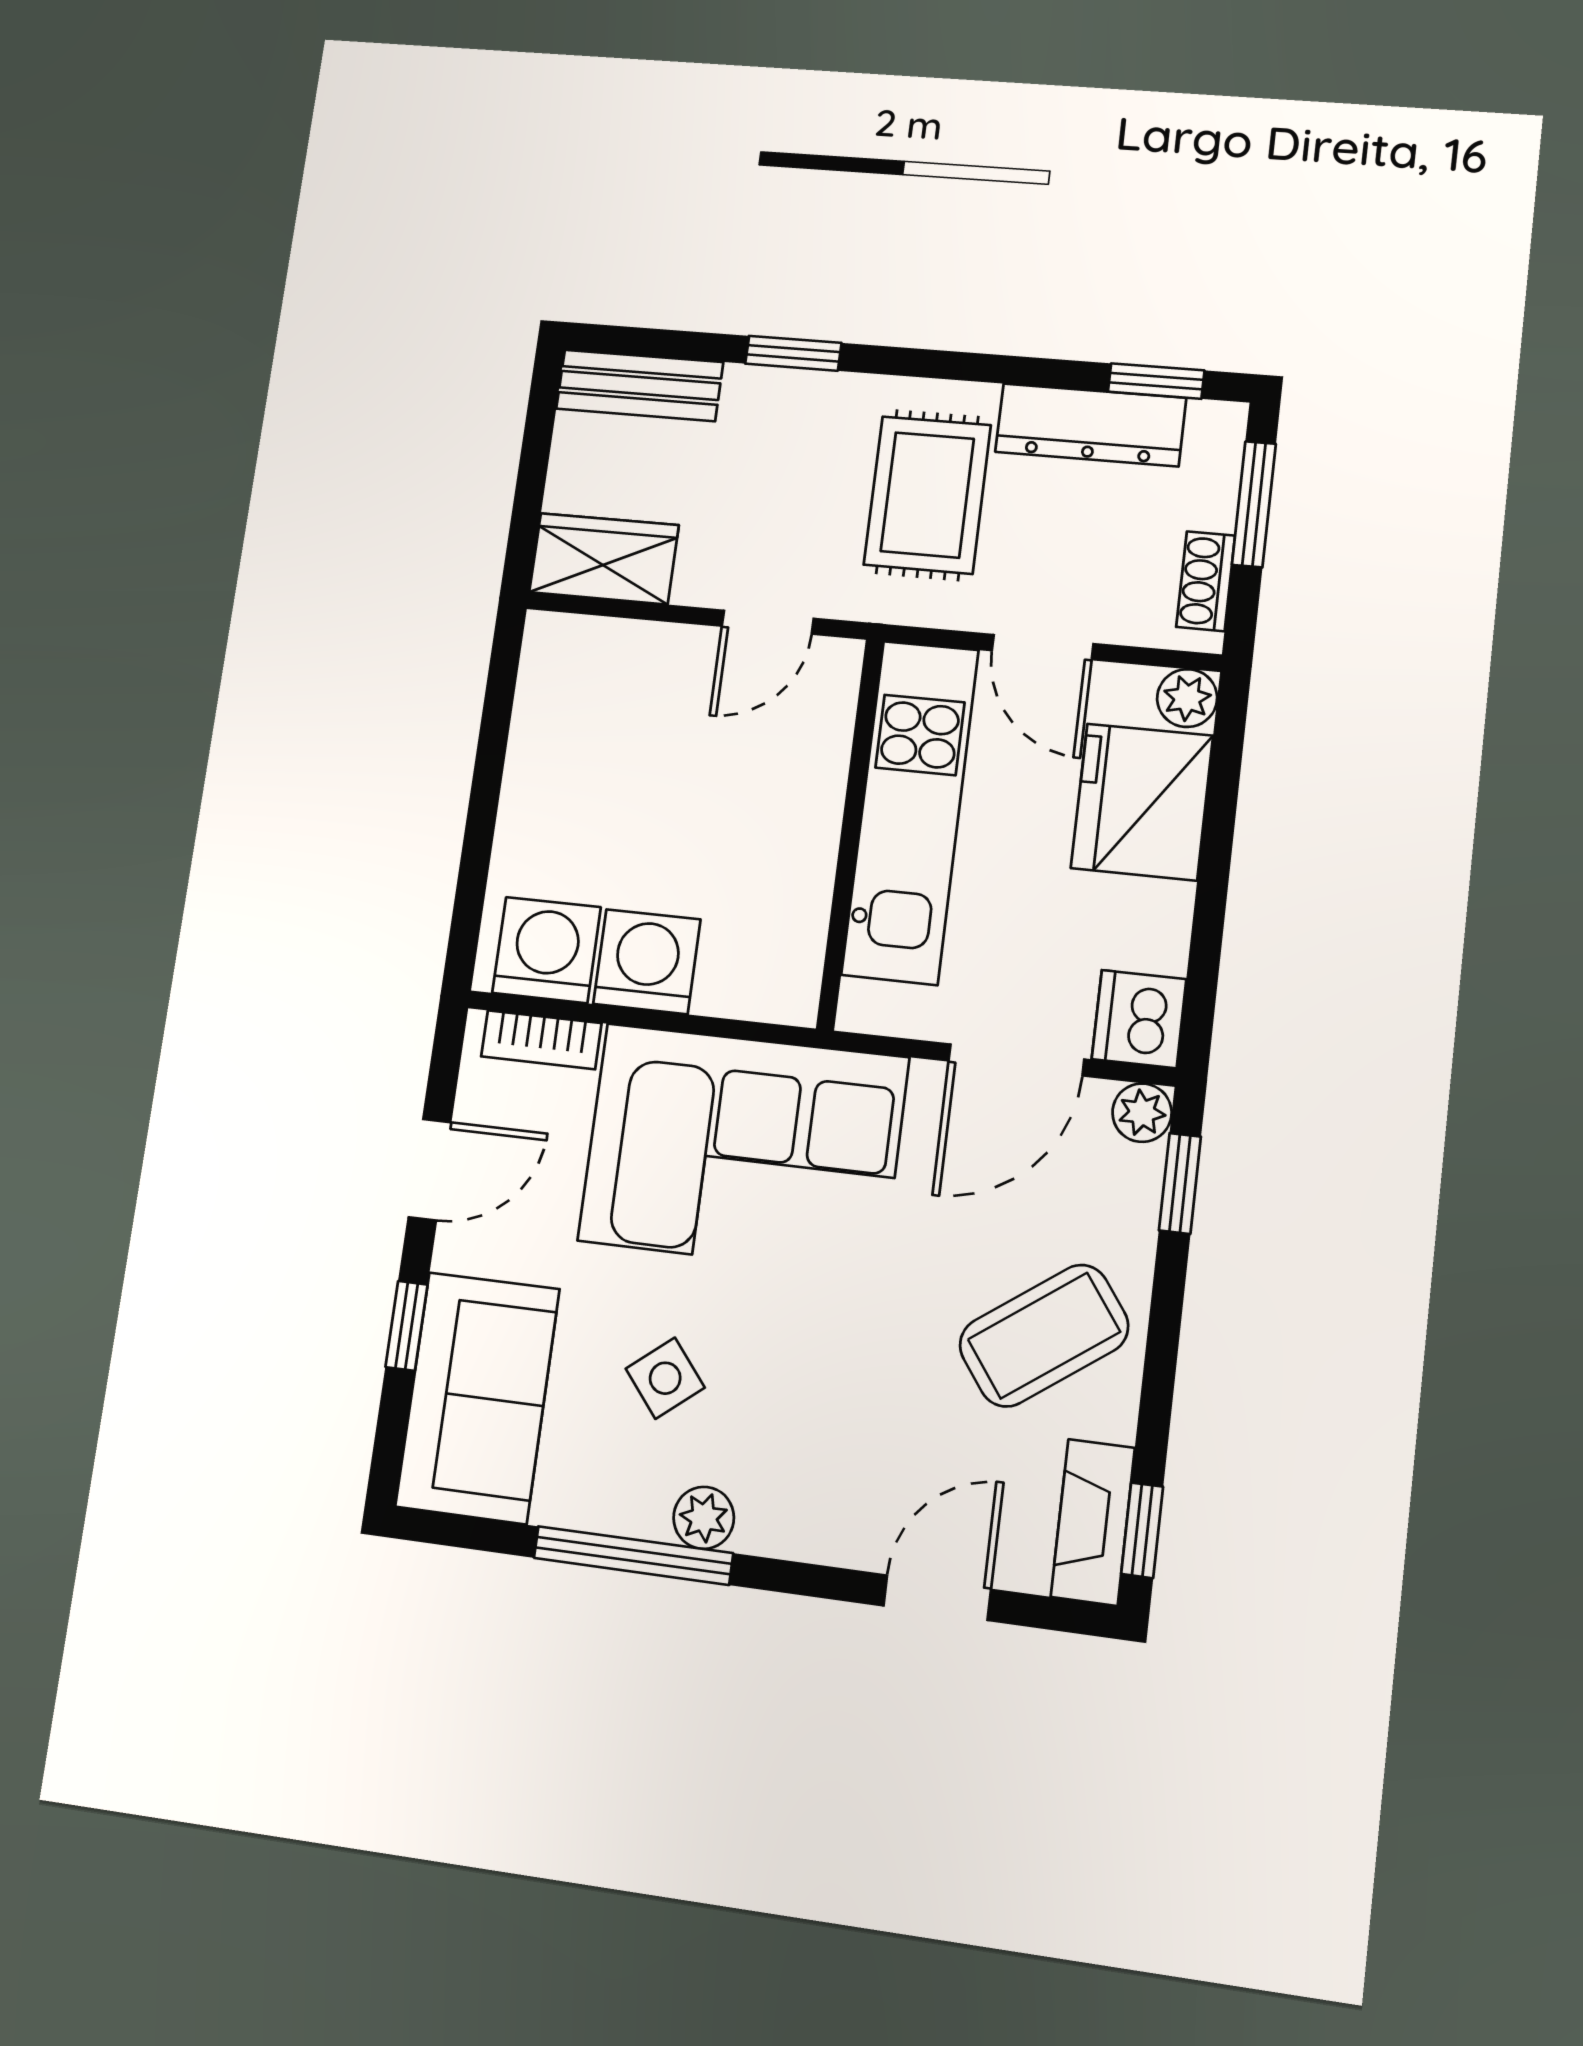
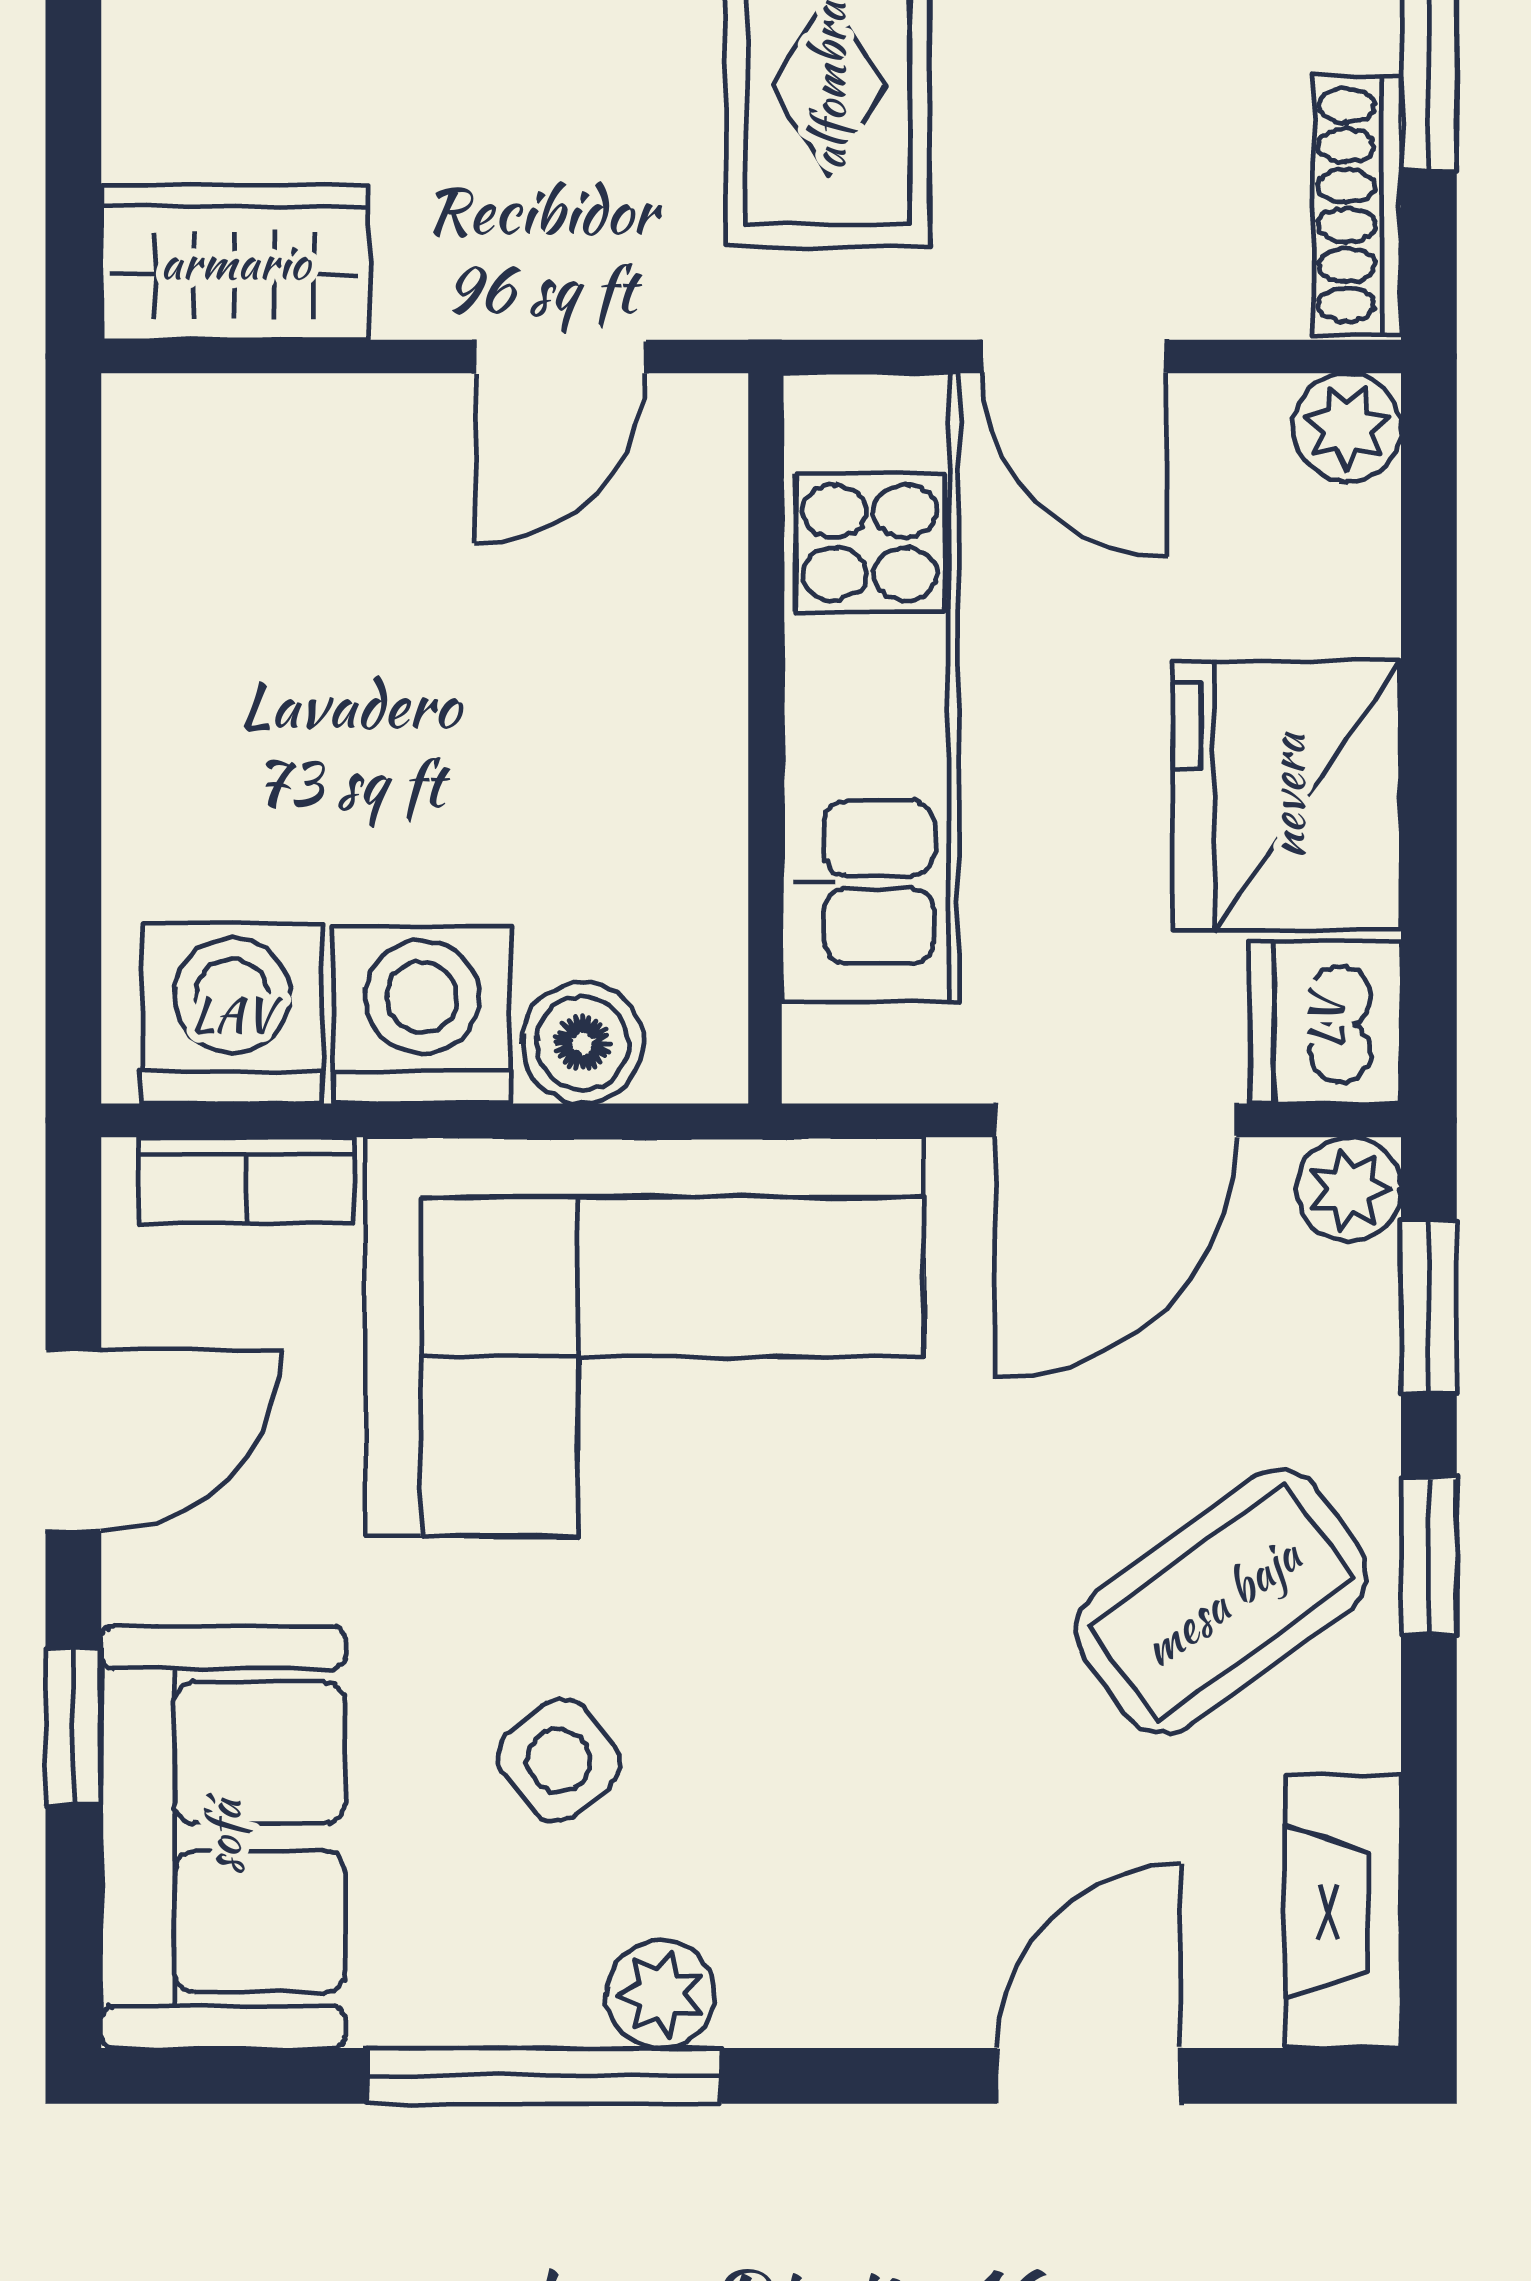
shoe rack: (1206, 581) -> (1357, 205), width x1.43
fridge: (1142, 802) -> (1287, 796), moved
boiler: (731, 986) -> (583, 1043), added
window: (1142, 1530) -> (1429, 1556), moved

